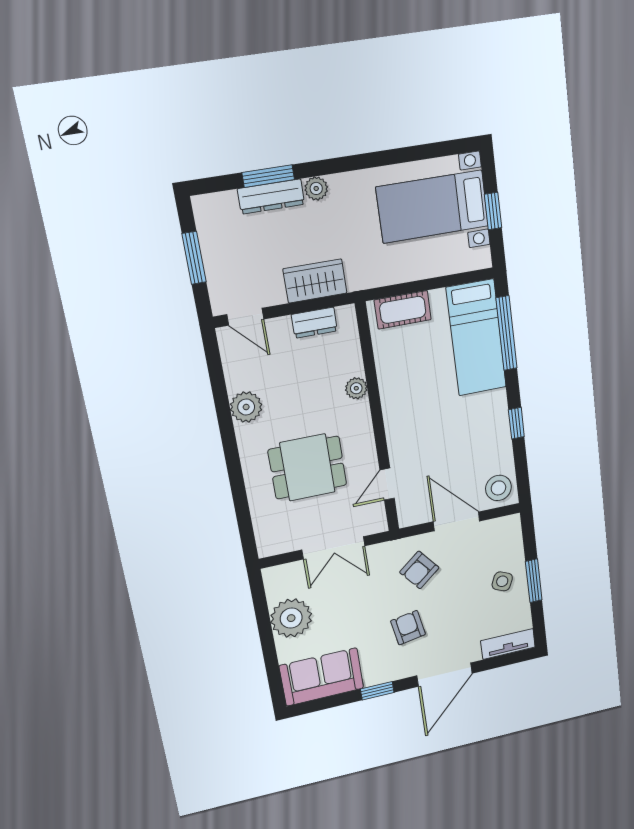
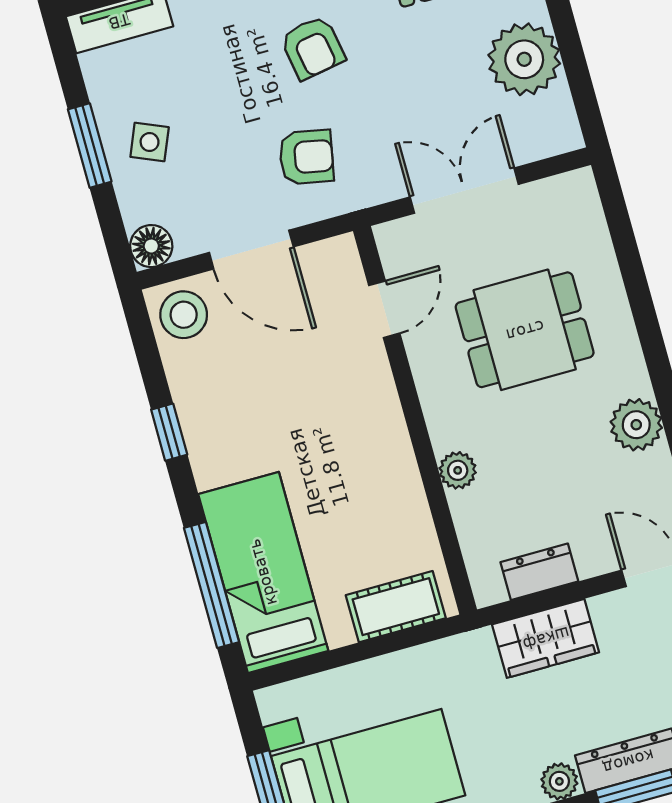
floor lamp: (510, 526) -> (151, 246), added
armchair: (419, 570) -> (306, 157), turned 50

